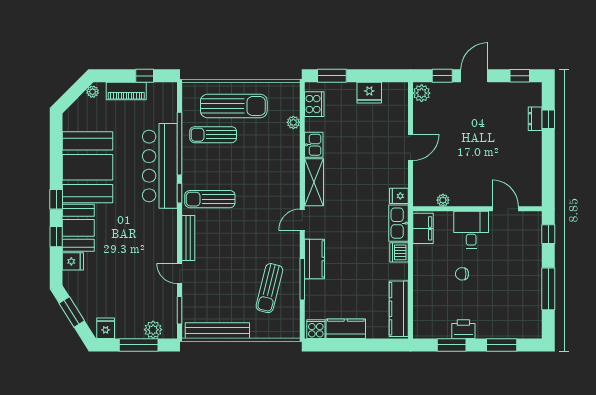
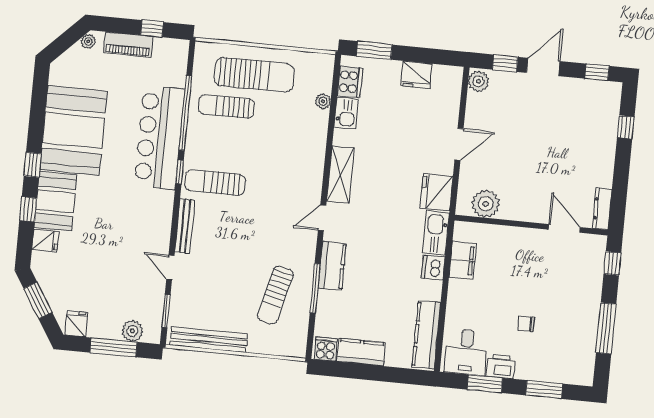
dresser: (535, 119) -> (602, 209), moved, width x1.44
kitchen sink: (314, 145) -> (346, 113), moved
fridge: (399, 196) -> (437, 192), width x1.88, depth x1.34
plant: (443, 200) -> (486, 204), width x1.87, depth x1.87
filing cabinet: (423, 228) -> (463, 260), moved
desk: (471, 230) -> (466, 352), moved, turned 180
chair: (462, 274) -> (526, 324), moved

